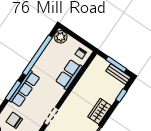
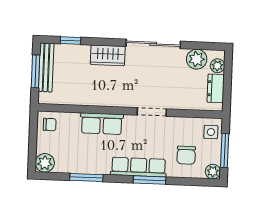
window: (37, 55) -> (86, 177), width x0.47
row of seats: (69, 74) -> (102, 124), moved
bench: (118, 74) -> (46, 67), width x1.36

